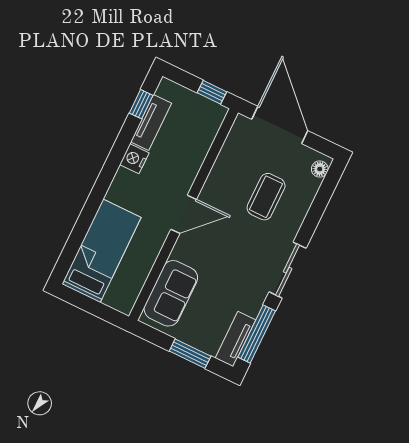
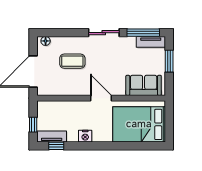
window: (212, 92) -> (33, 125), moved
tv unit: (151, 122) -> (52, 137), moved
bed: (101, 251) -> (139, 124), width x1.50

